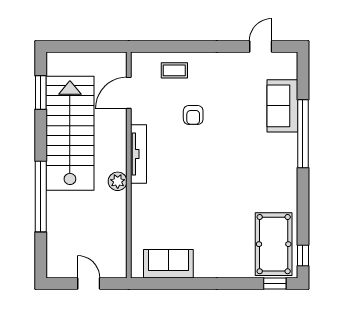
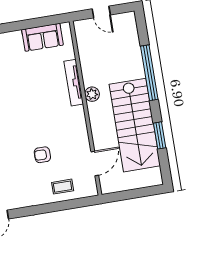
window: (41, 92) -> (160, 135), moved
armchair: (193, 115) -> (42, 155), turned -90
tv unit: (138, 154) -> (74, 83), moved

